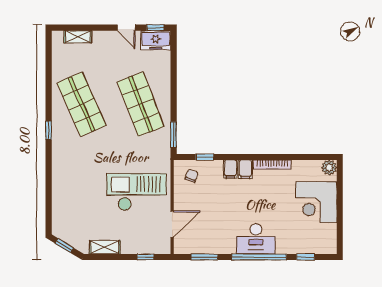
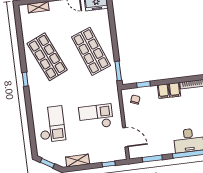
checkout: (137, 192) -> (96, 117), width x0.73, depth x0.83
checkout: (76, 195) -> (52, 124), added
door: (172, 224) -> (125, 137), hinge flipped

